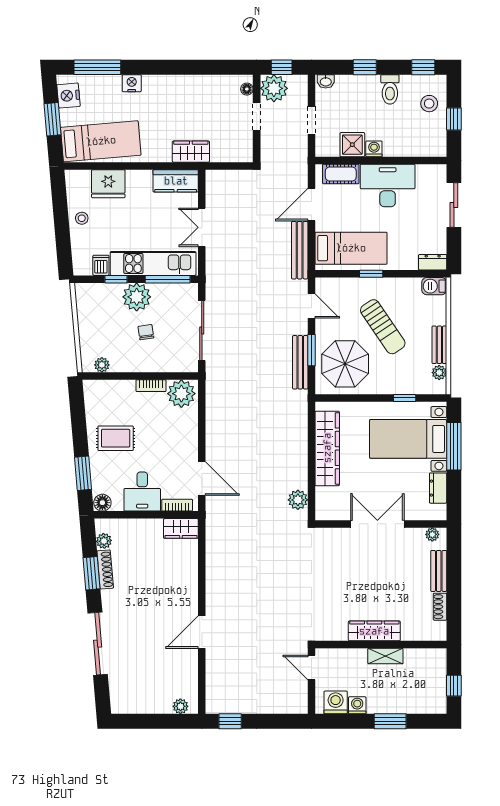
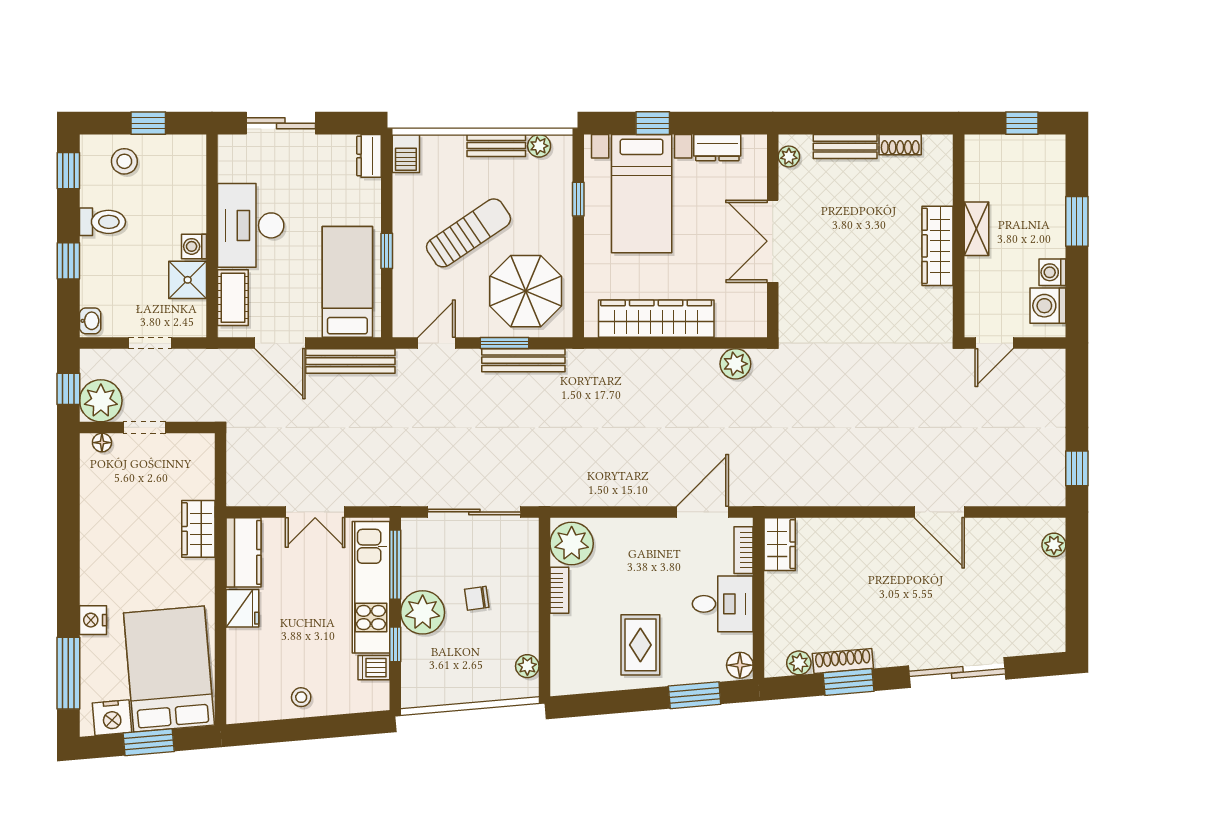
bed: (101, 141) -> (169, 669), width x1.50
fridge: (108, 184) -> (242, 608), moved, width x0.73, depth x0.75
window: (454, 446) -> (653, 123), width x0.46

